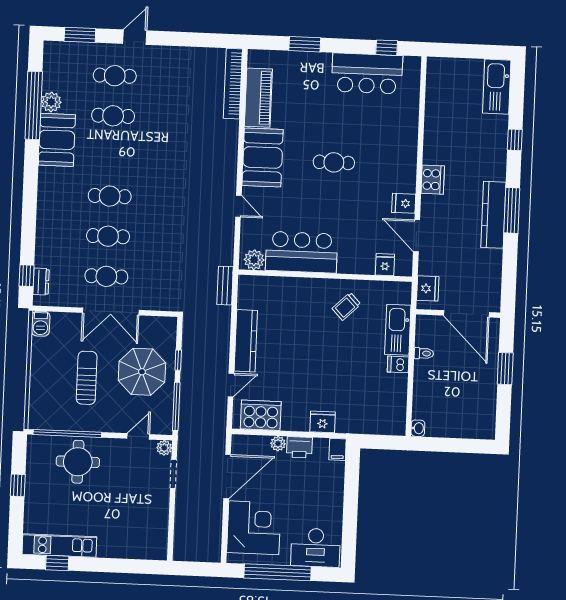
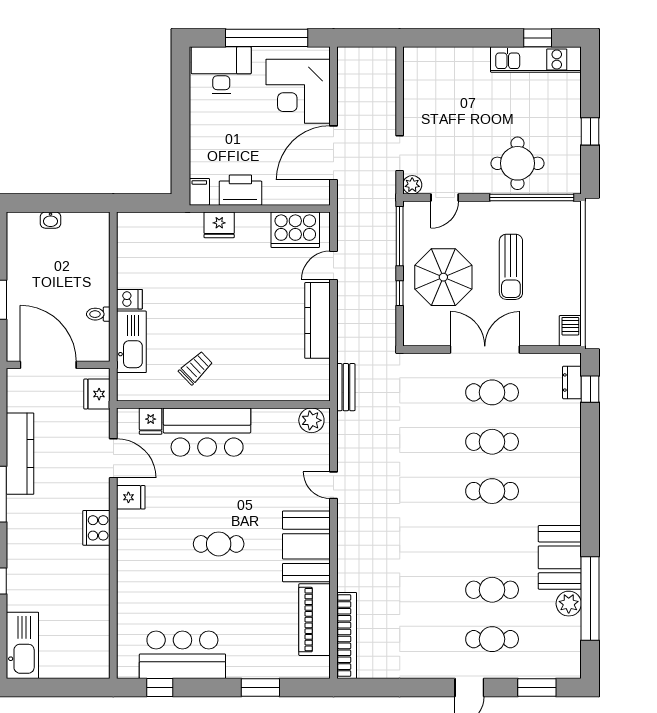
kitchen counter: (493, 215) -> (20, 454), moved
bar counter: (302, 252) -> (207, 432), moved
washbasin: (418, 428) -> (50, 220), moved, turned -90
plant: (278, 444) -> (273, 196), removed
printer: (299, 447) -> (240, 190), width x1.37, depth x1.19

